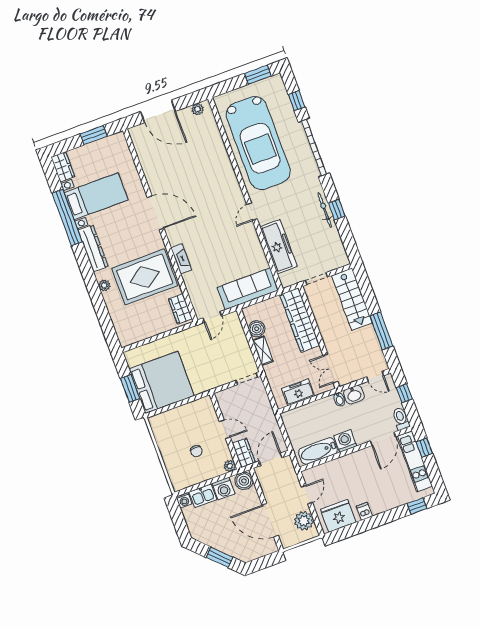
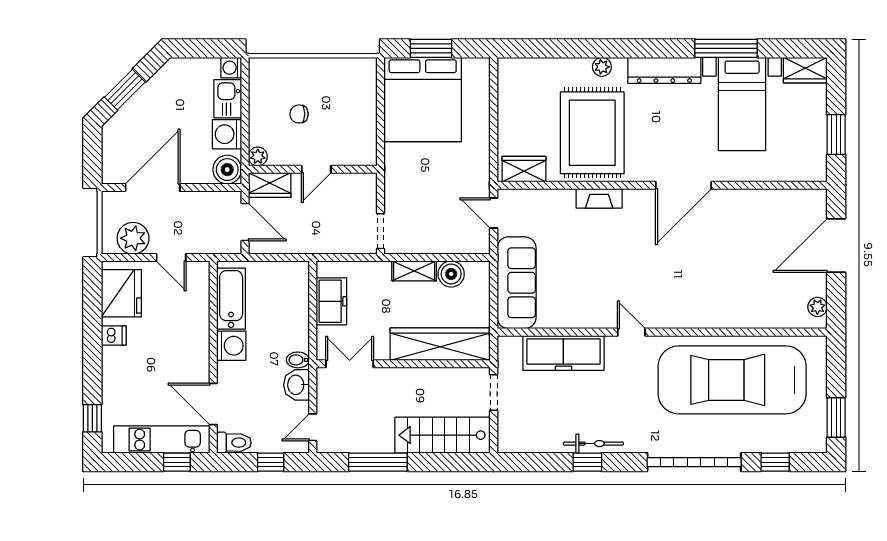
window: (67, 217) -> (726, 48), width x0.68

